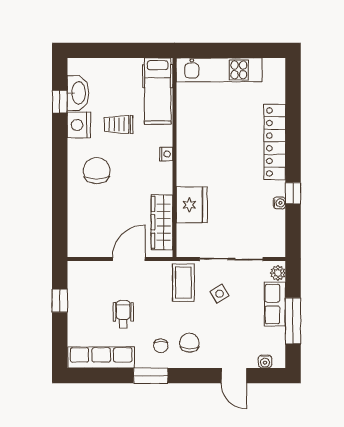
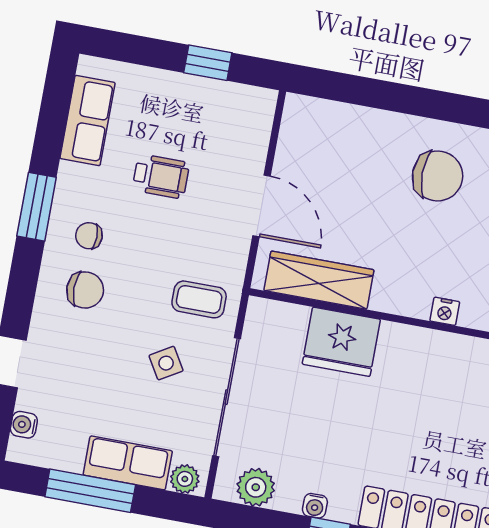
plant: (275, 235) -> (256, 487), added
coffee table: (183, 283) -> (199, 299), width x0.73, depth x0.77
row of seats: (101, 357) -> (88, 121), width x0.68

